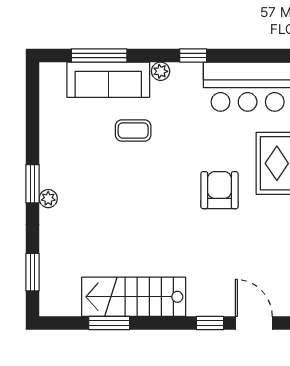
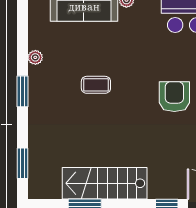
coffee table: (133, 130) -> (96, 85), moved
plant: (48, 199) -> (35, 57), moved

